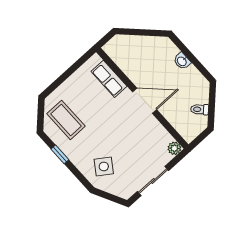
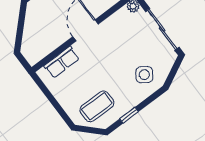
sliding door: (153, 181) -> (162, 29), width x1.37

